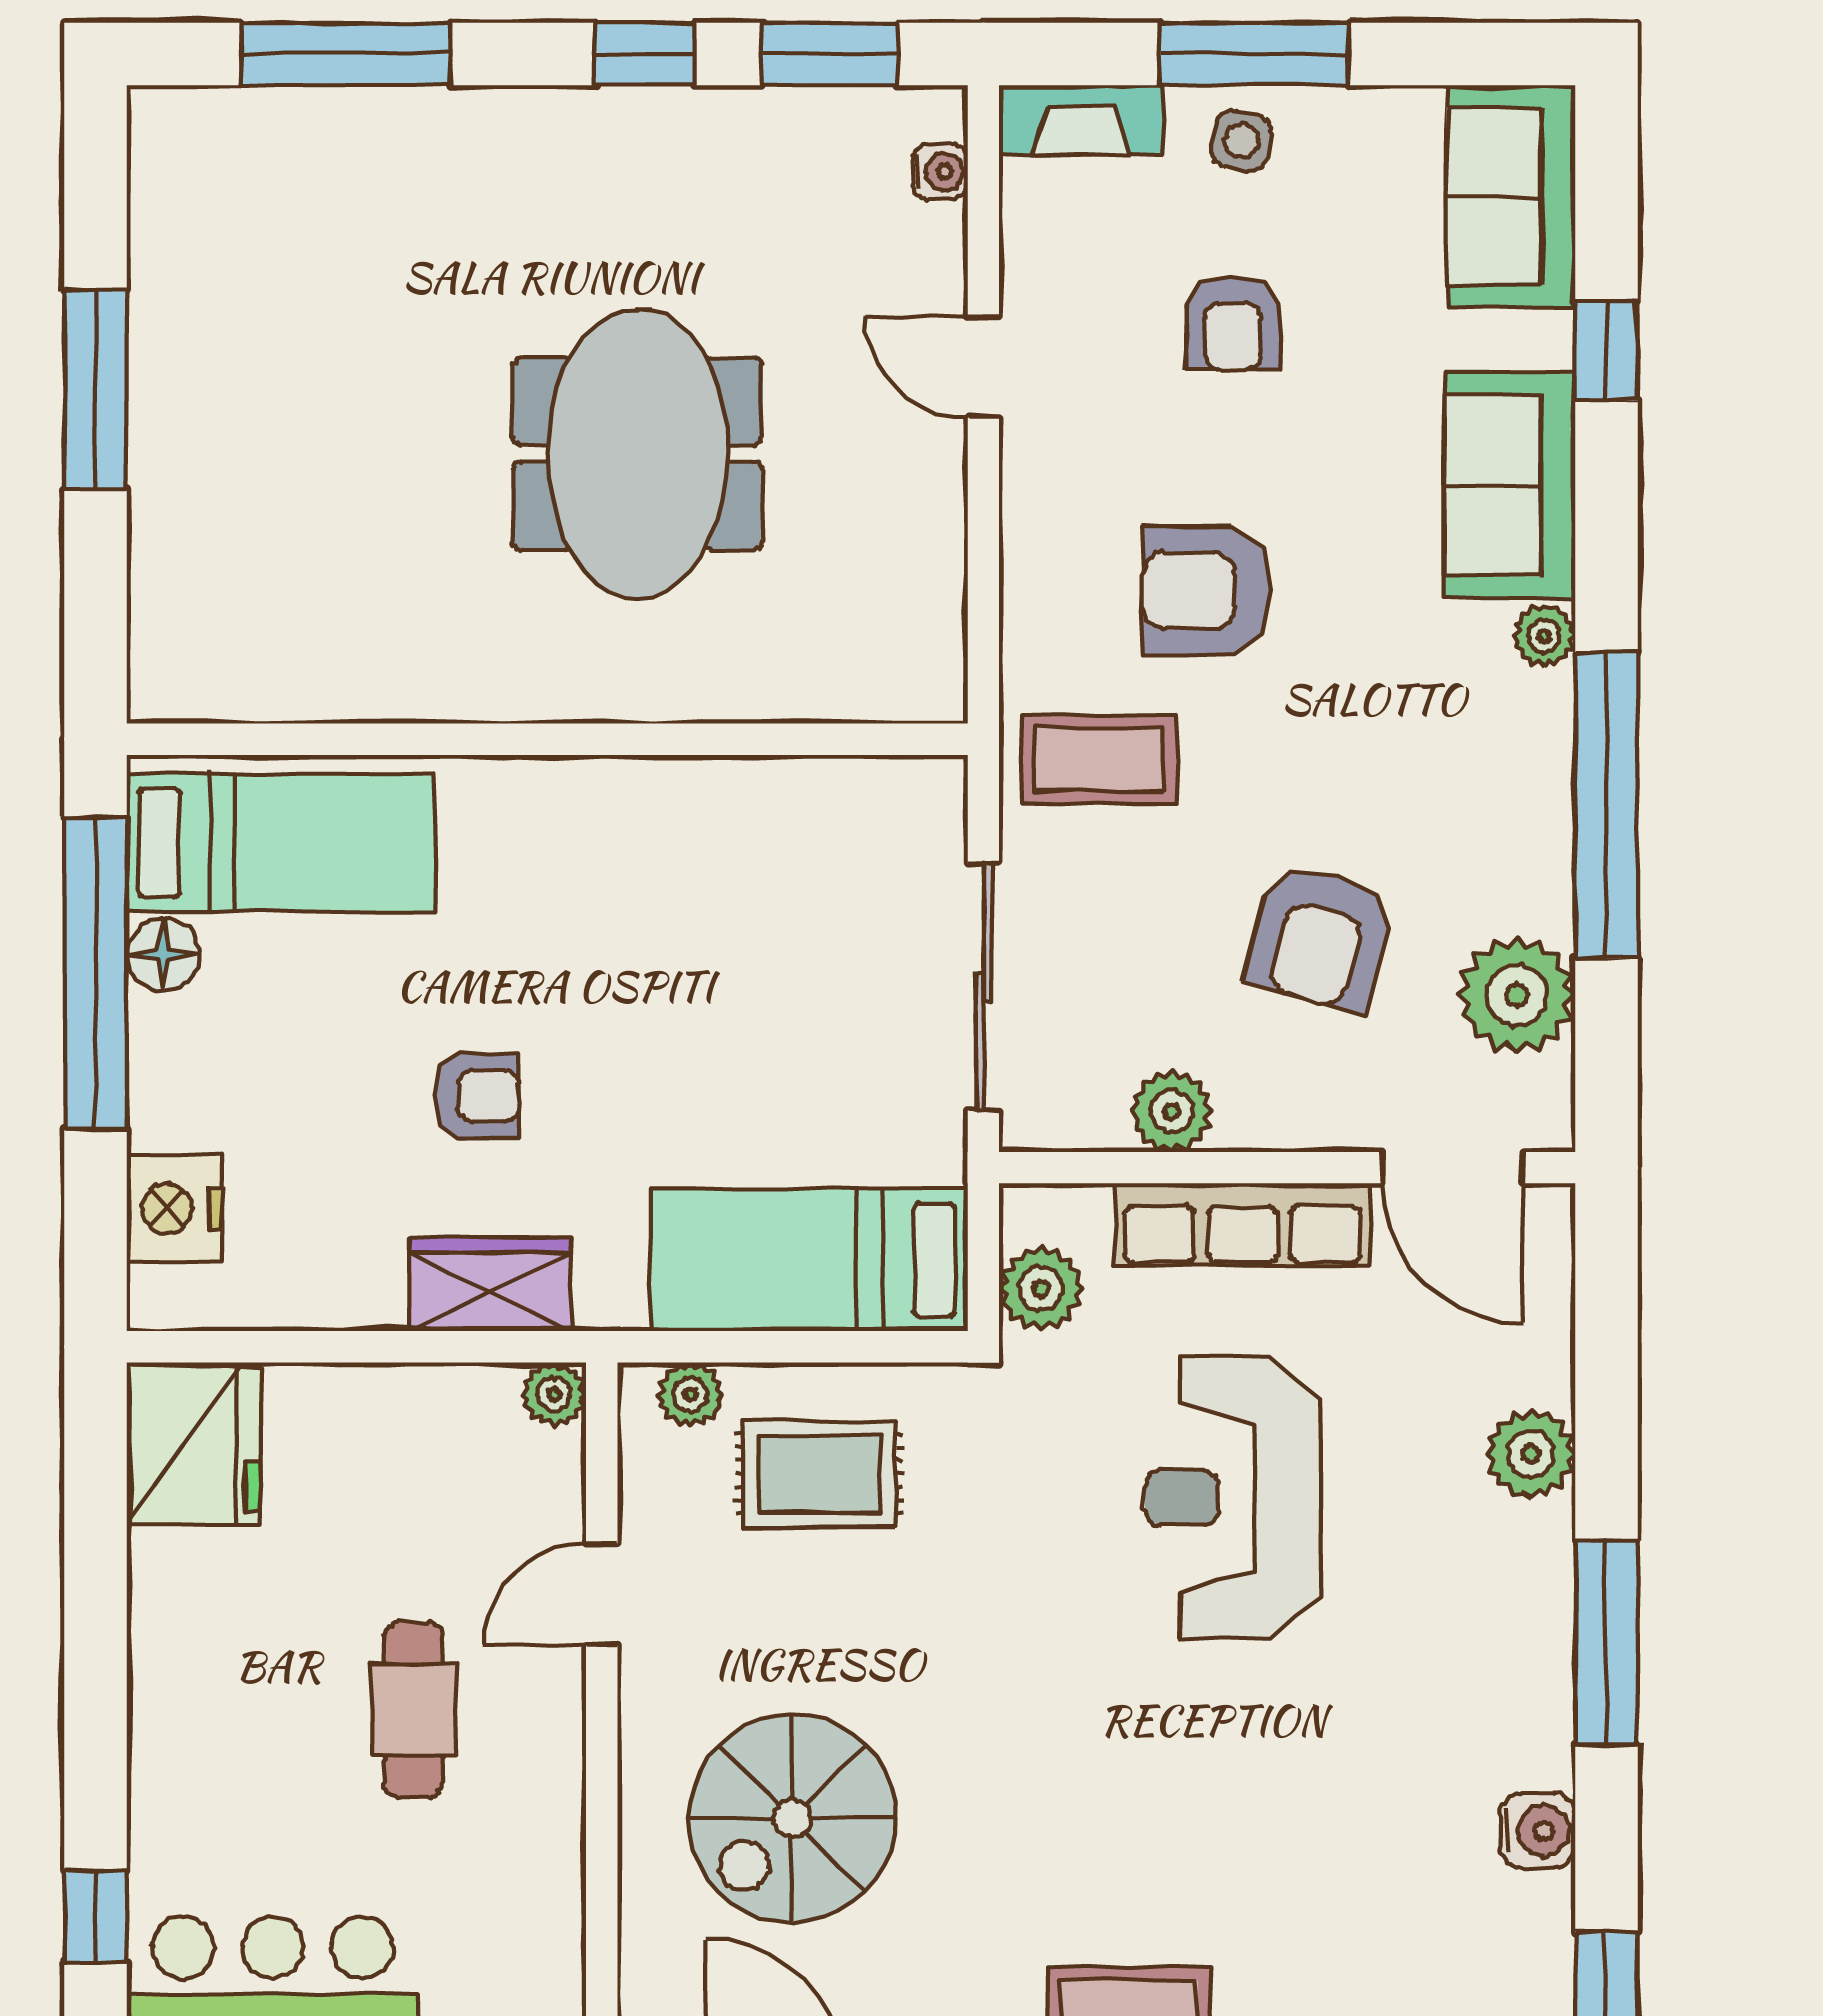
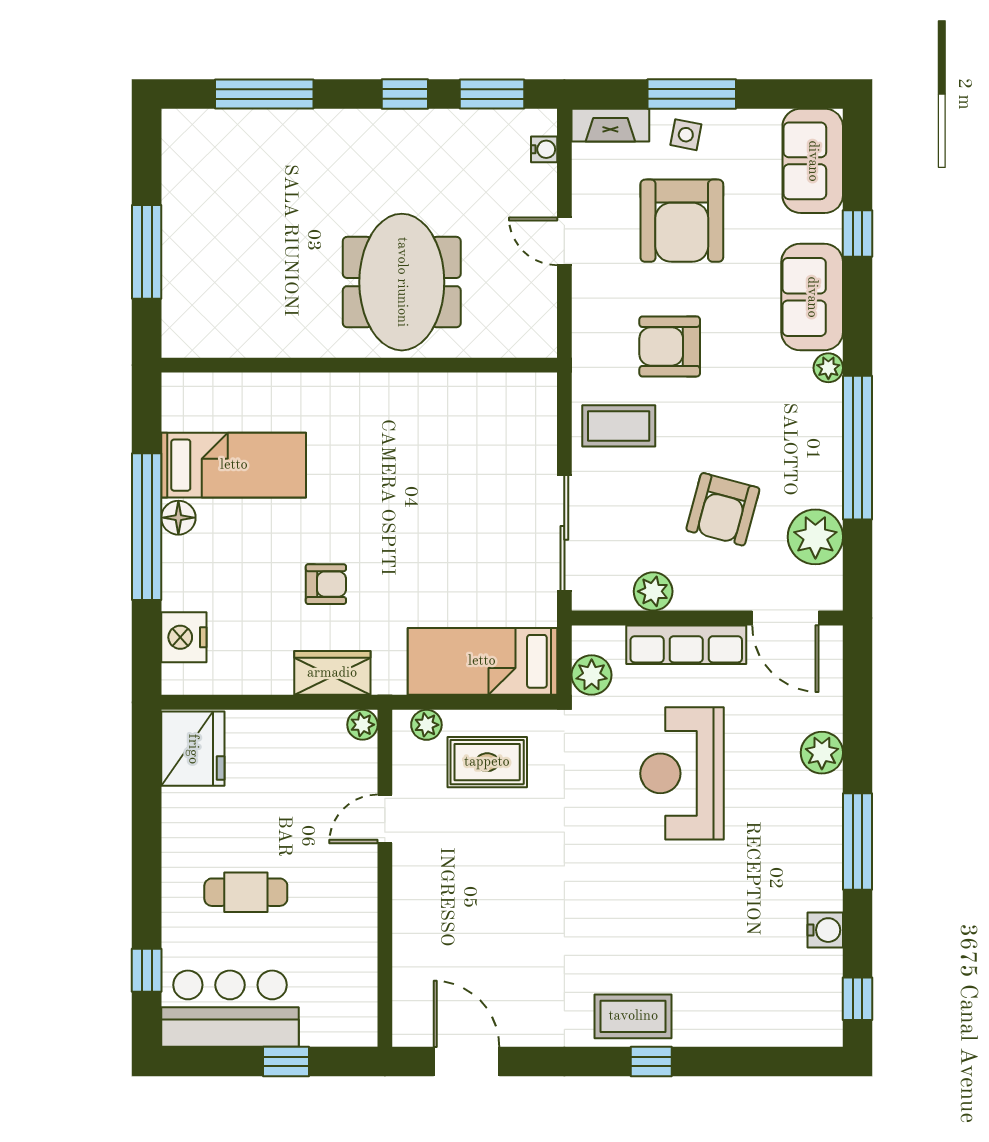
armchair: (1233, 323) -> (682, 221), width x1.88, depth x1.88
wall: (547, 739) -> (359, 365), moved
cafe table: (414, 1710) -> (246, 892), moved, turned 90
spiral stairs: (792, 1818) -> (474, 924), removed

